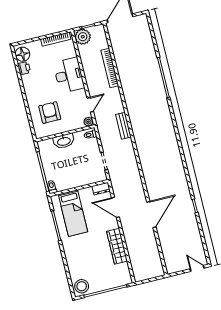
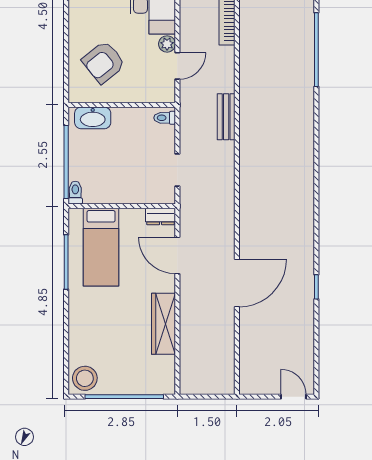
armchair: (50, 113) -> (104, 62), turned -129
plant: (88, 122) -> (167, 44), moved
washbasin: (64, 141) -> (93, 118), moved

